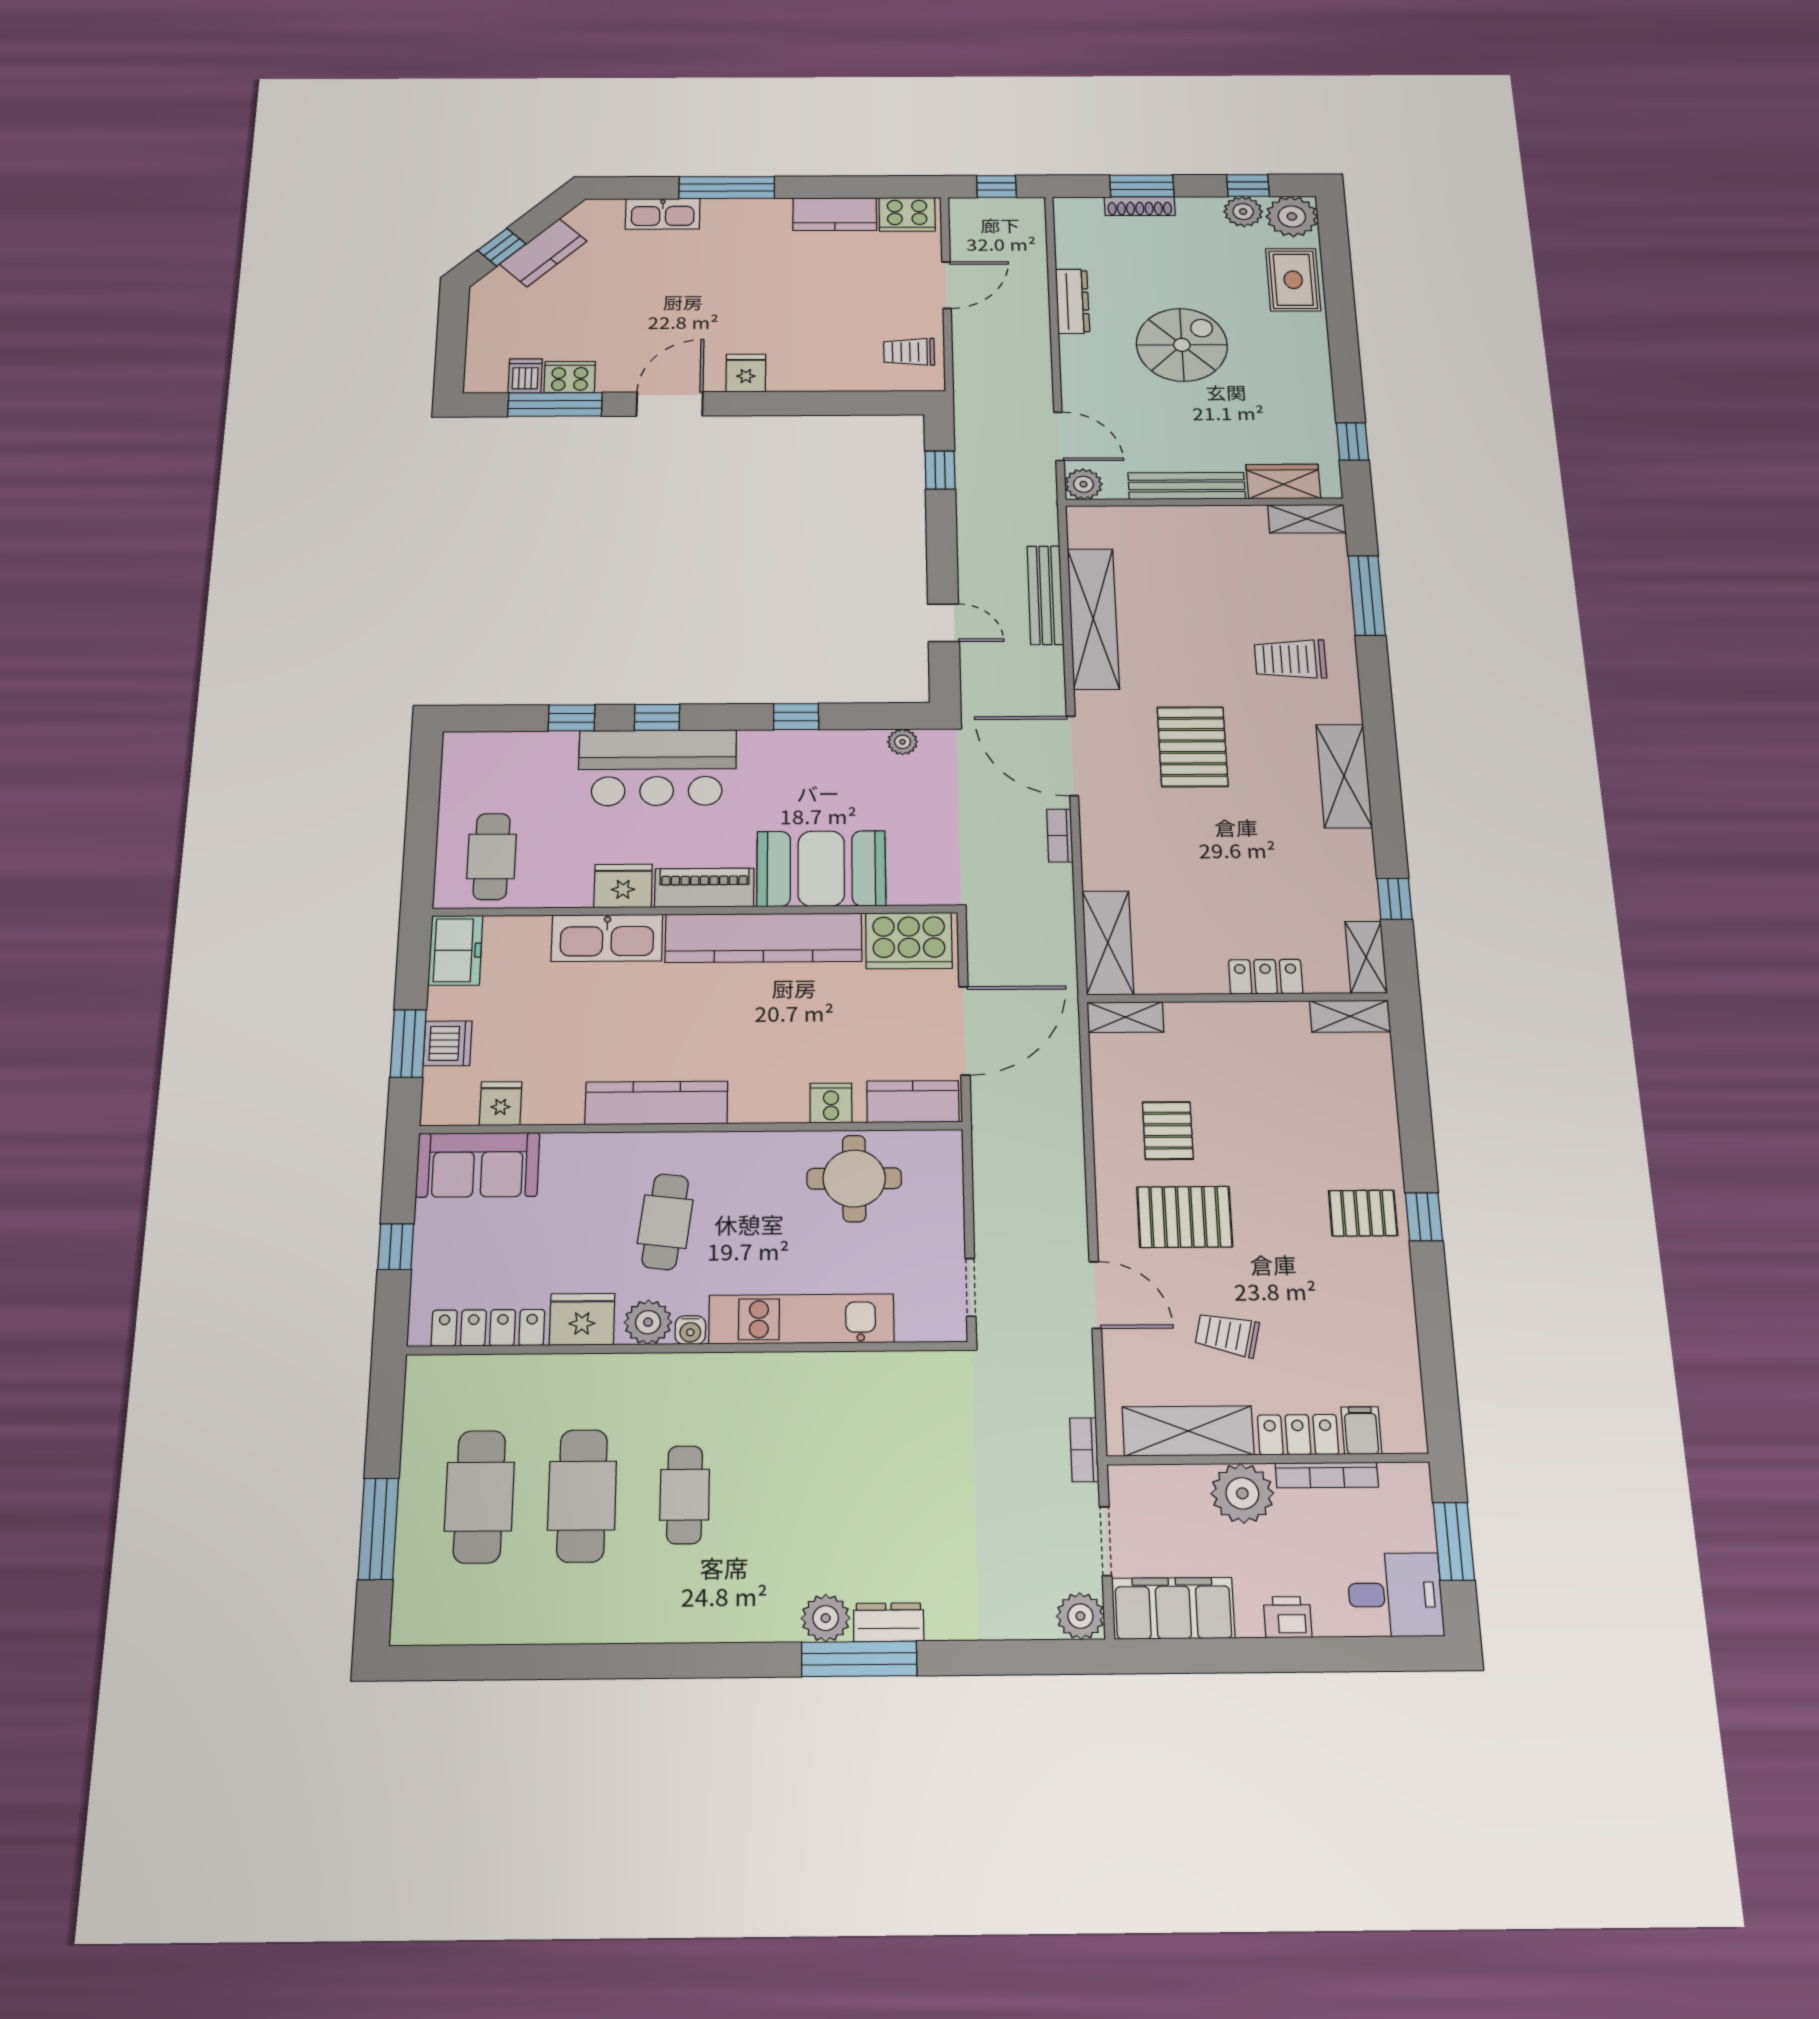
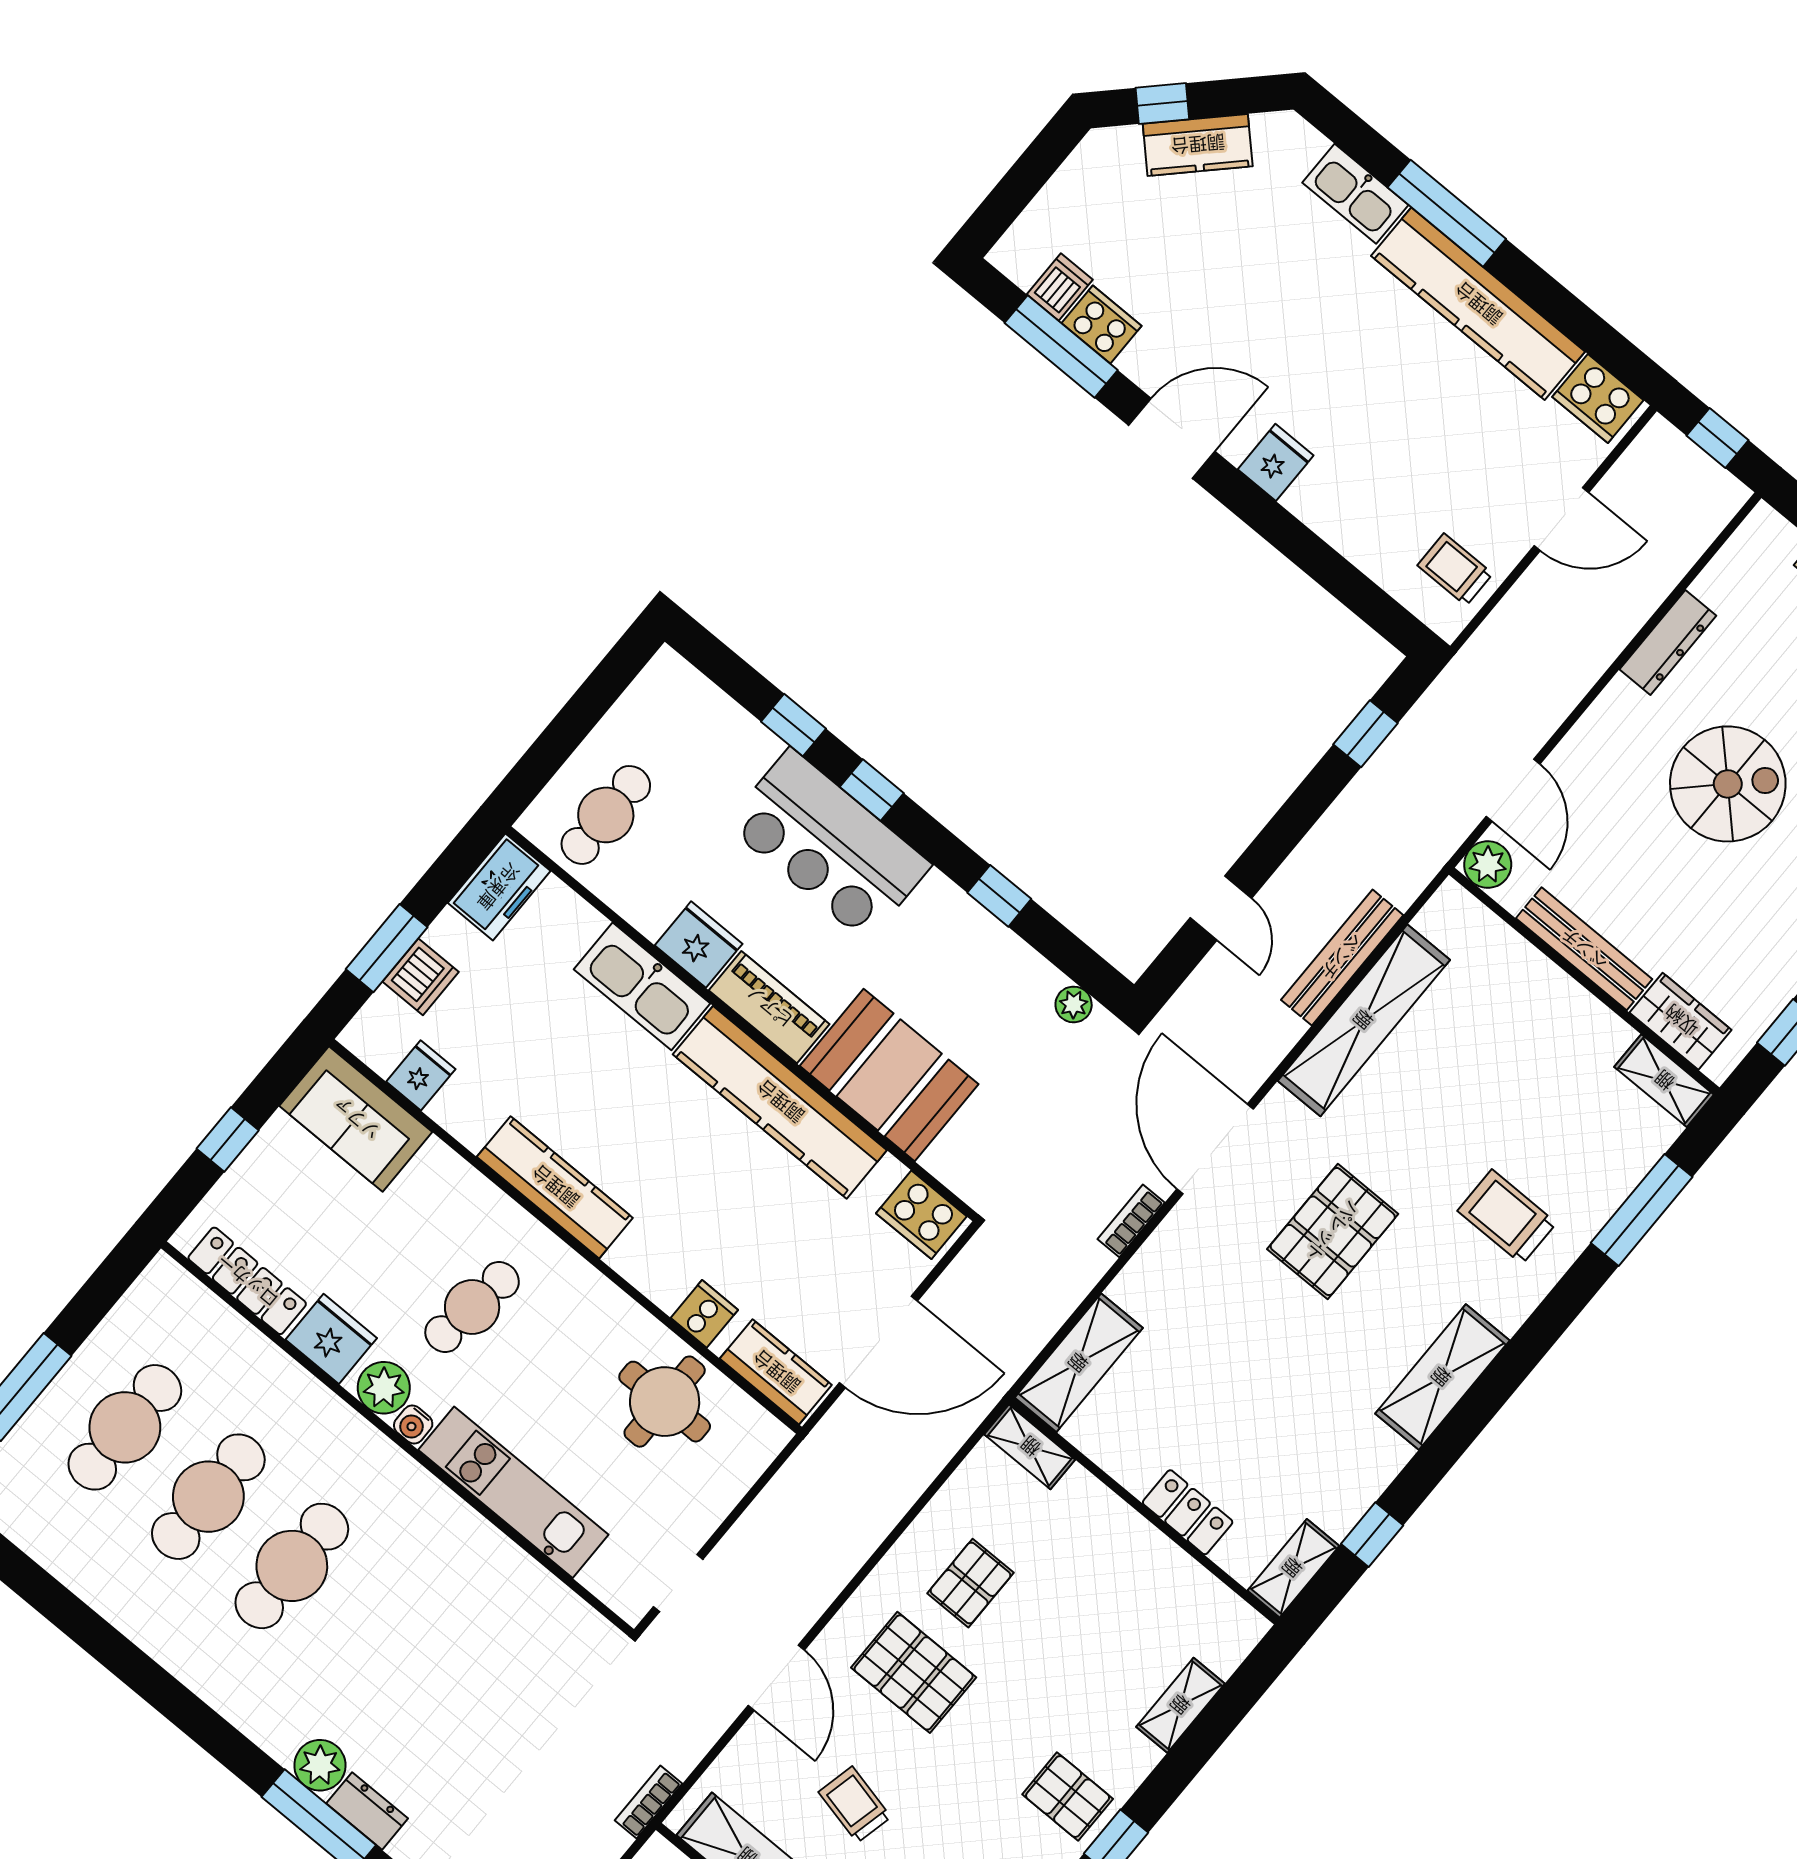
kitchen counter: (835, 214) -> (1478, 304), width x2.08, depth x1.17
cooker: (909, 940) -> (921, 1215), width x0.73, depth x0.76
shelving: (1350, 1016) -> (1181, 1705), moved, turned 90
cafe table: (685, 1495) -> (292, 1566), width x1.37, depth x1.35

